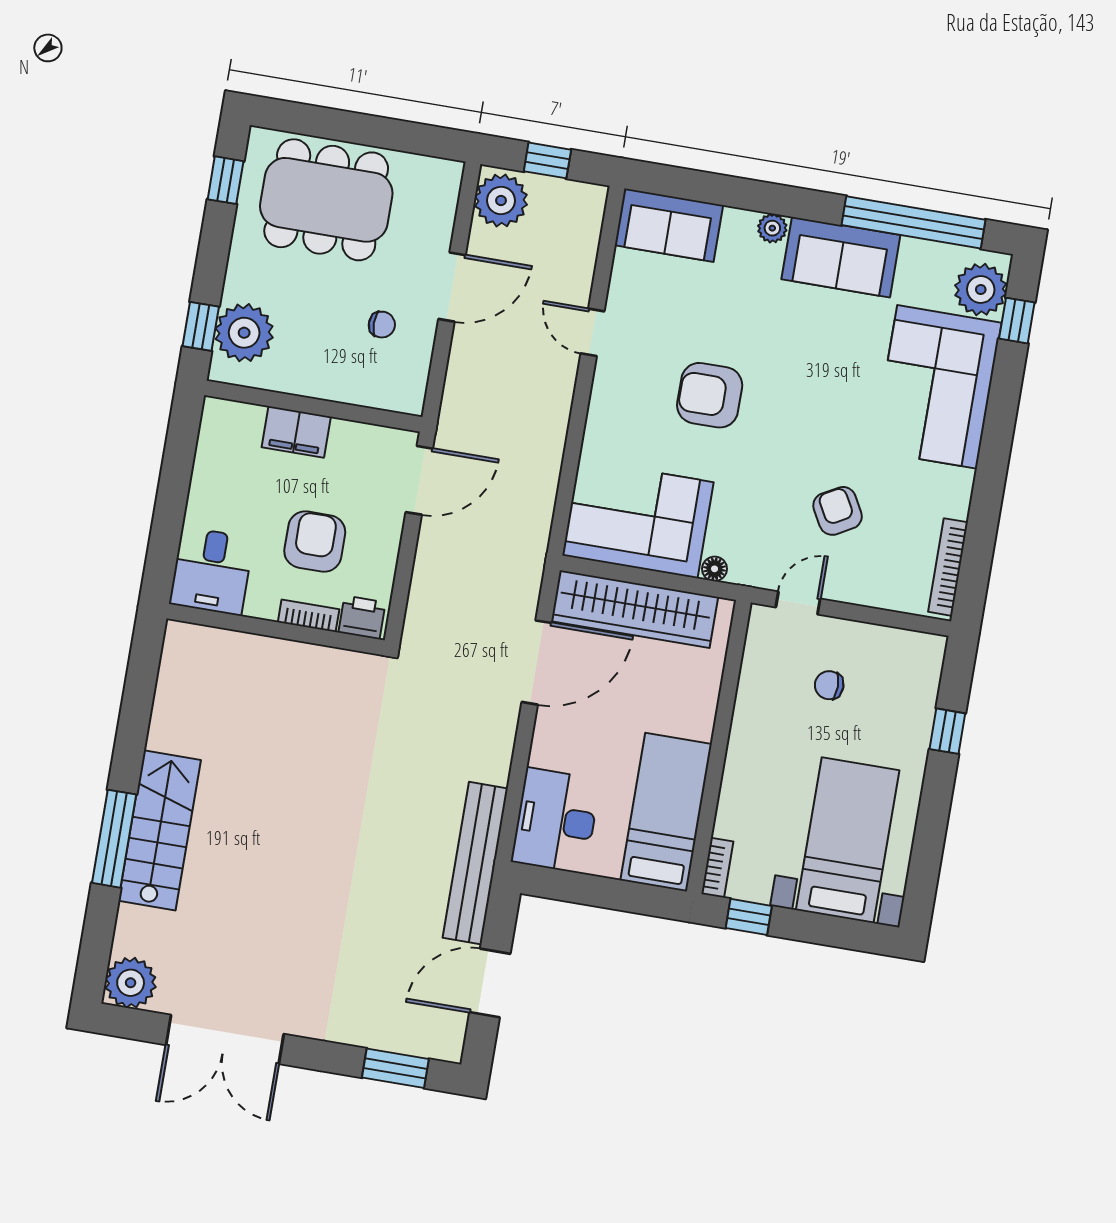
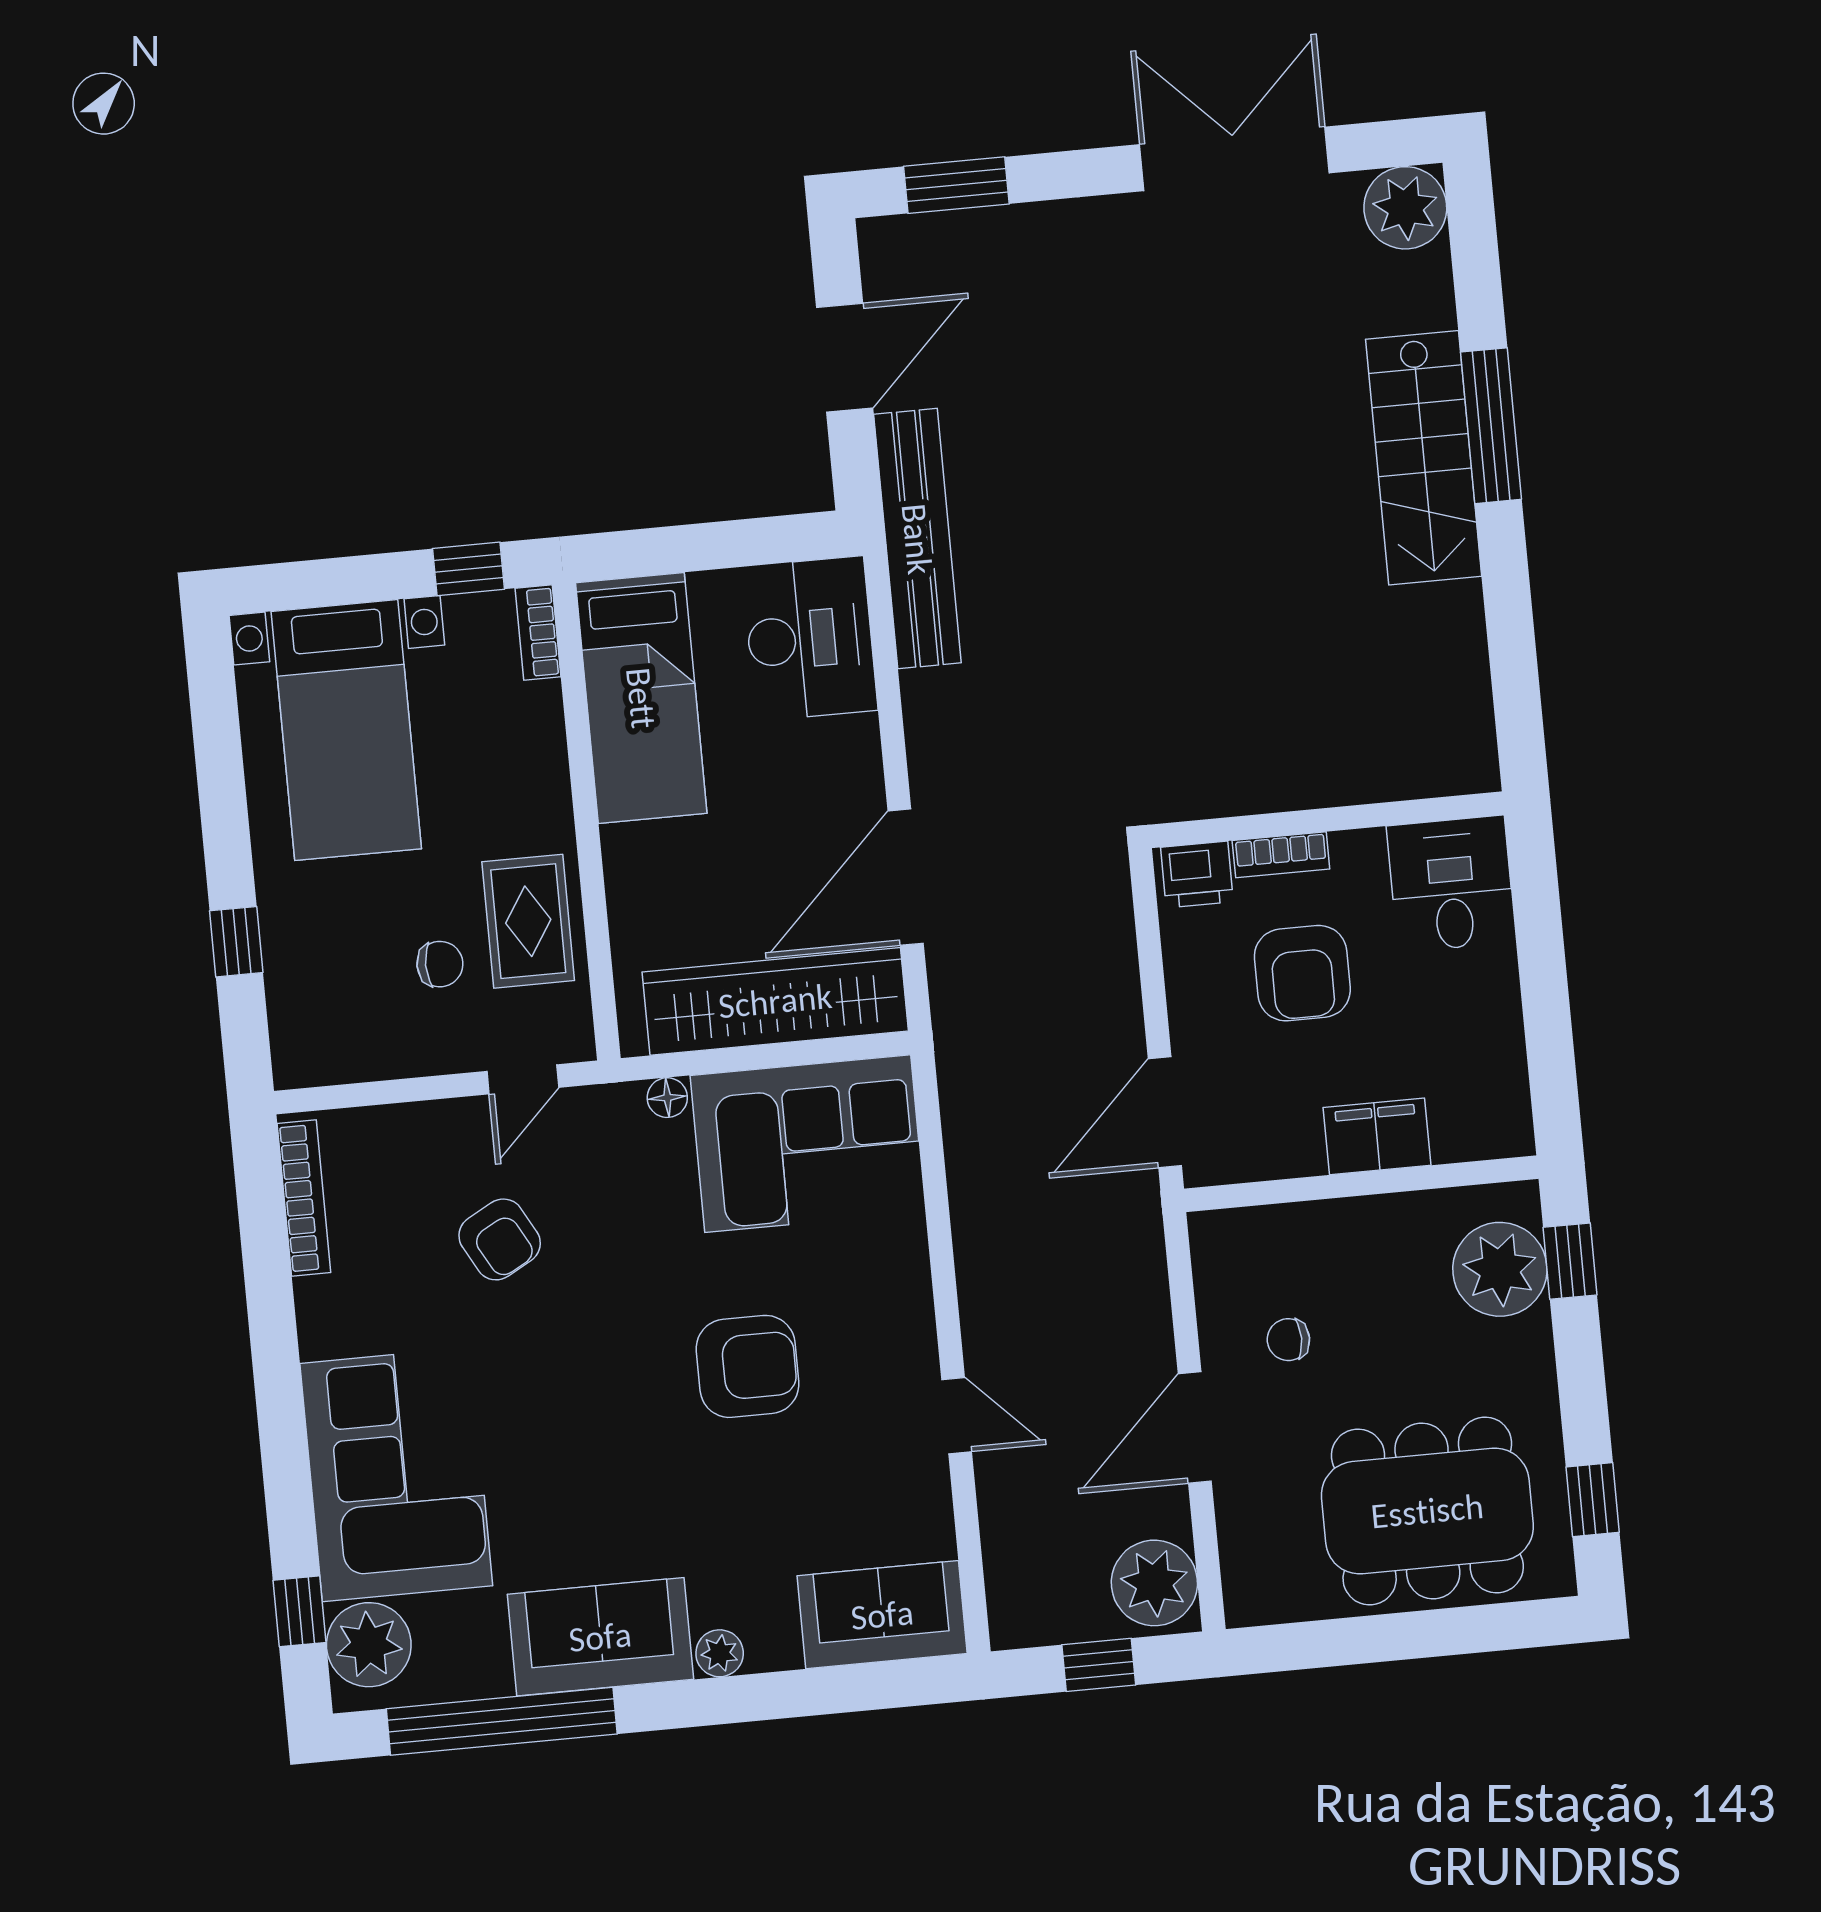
rug: (769, 697) -> (528, 921), added

